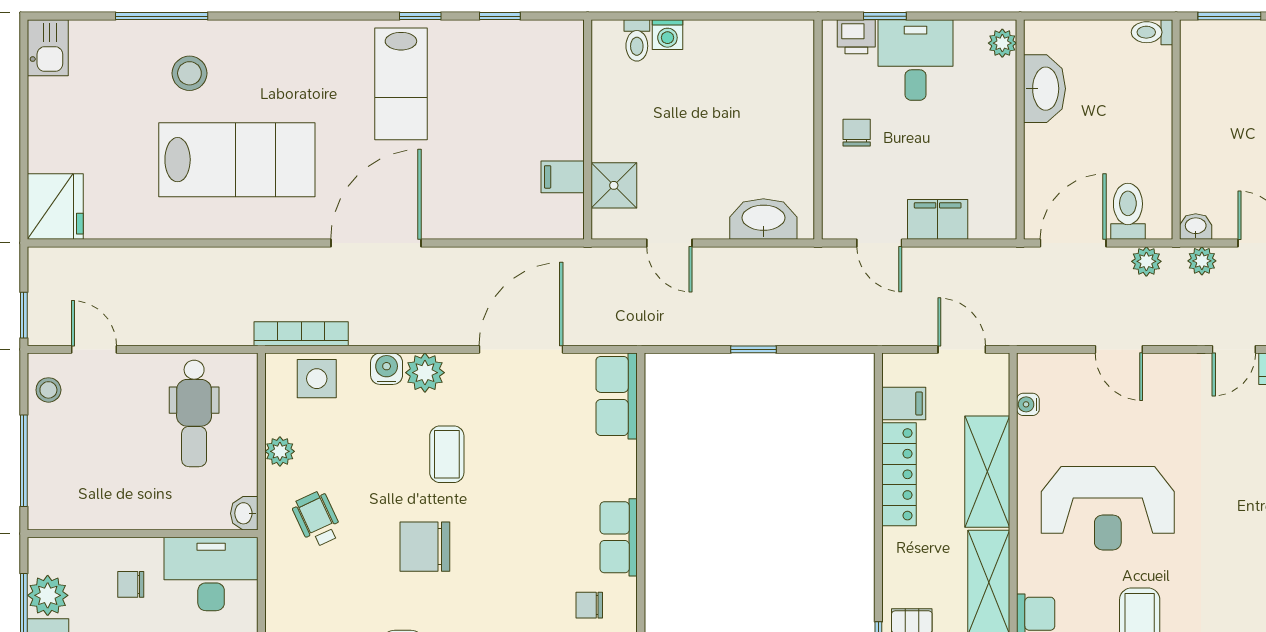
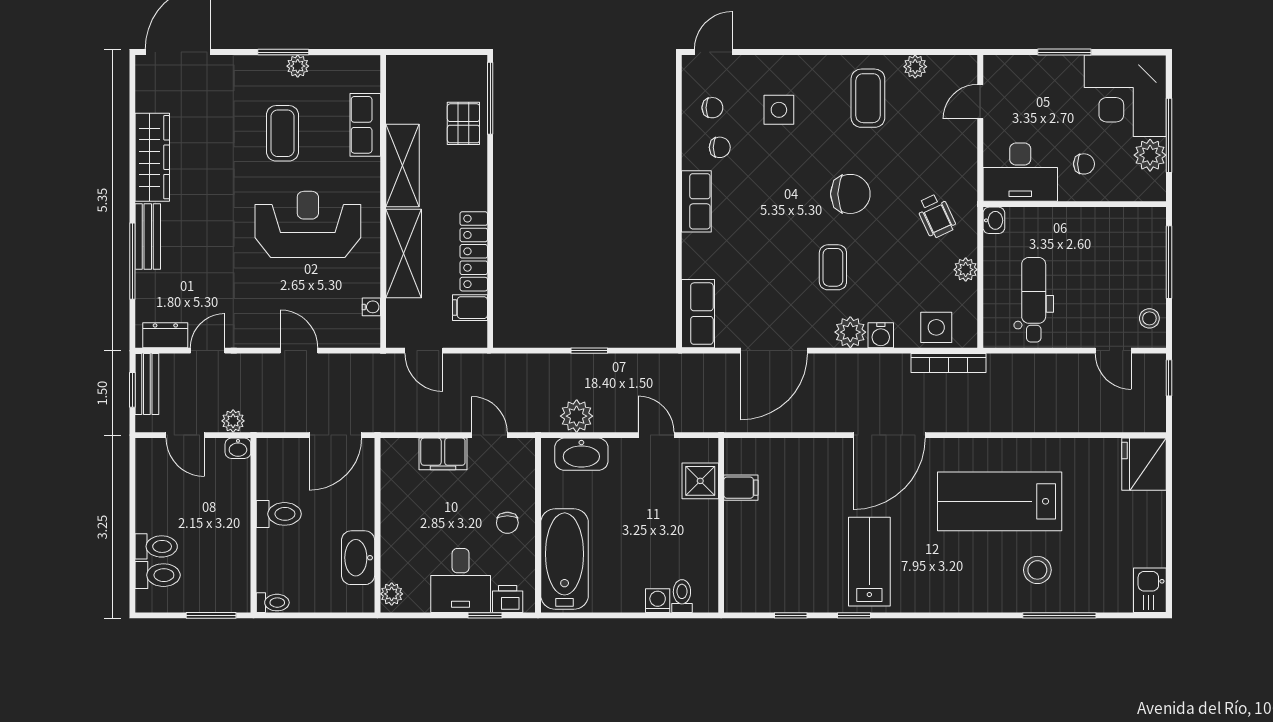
bathtub: (785, 87) -> (565, 559), added
toilet: (1128, 211) -> (279, 514), moved, turned -90
plant: (1146, 261) -> (577, 416), moved, width x1.38, depth x1.38

